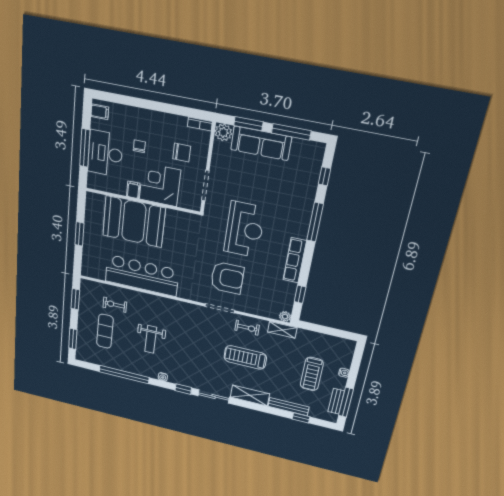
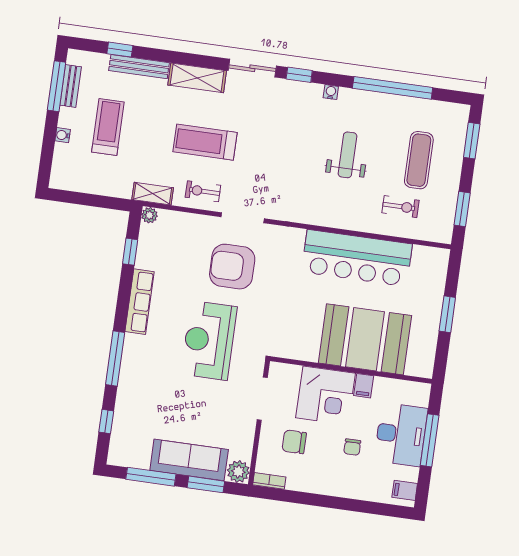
treadmill: (245, 357) -> (205, 142), turned 180

